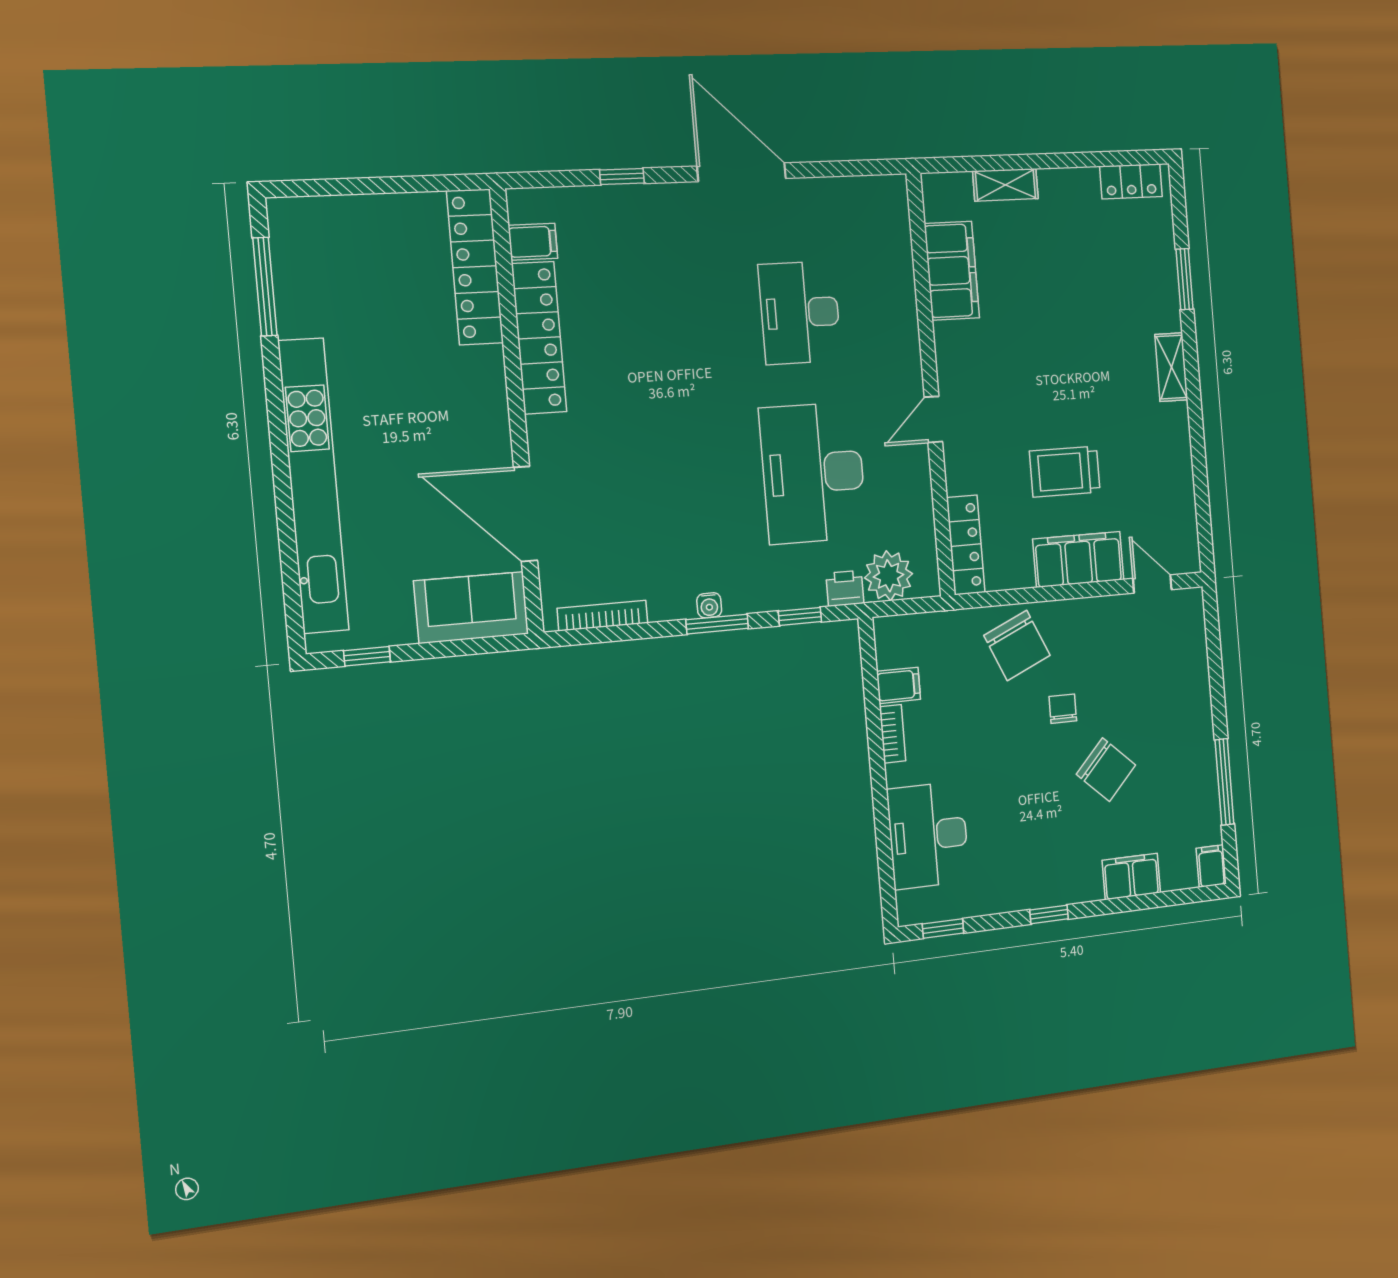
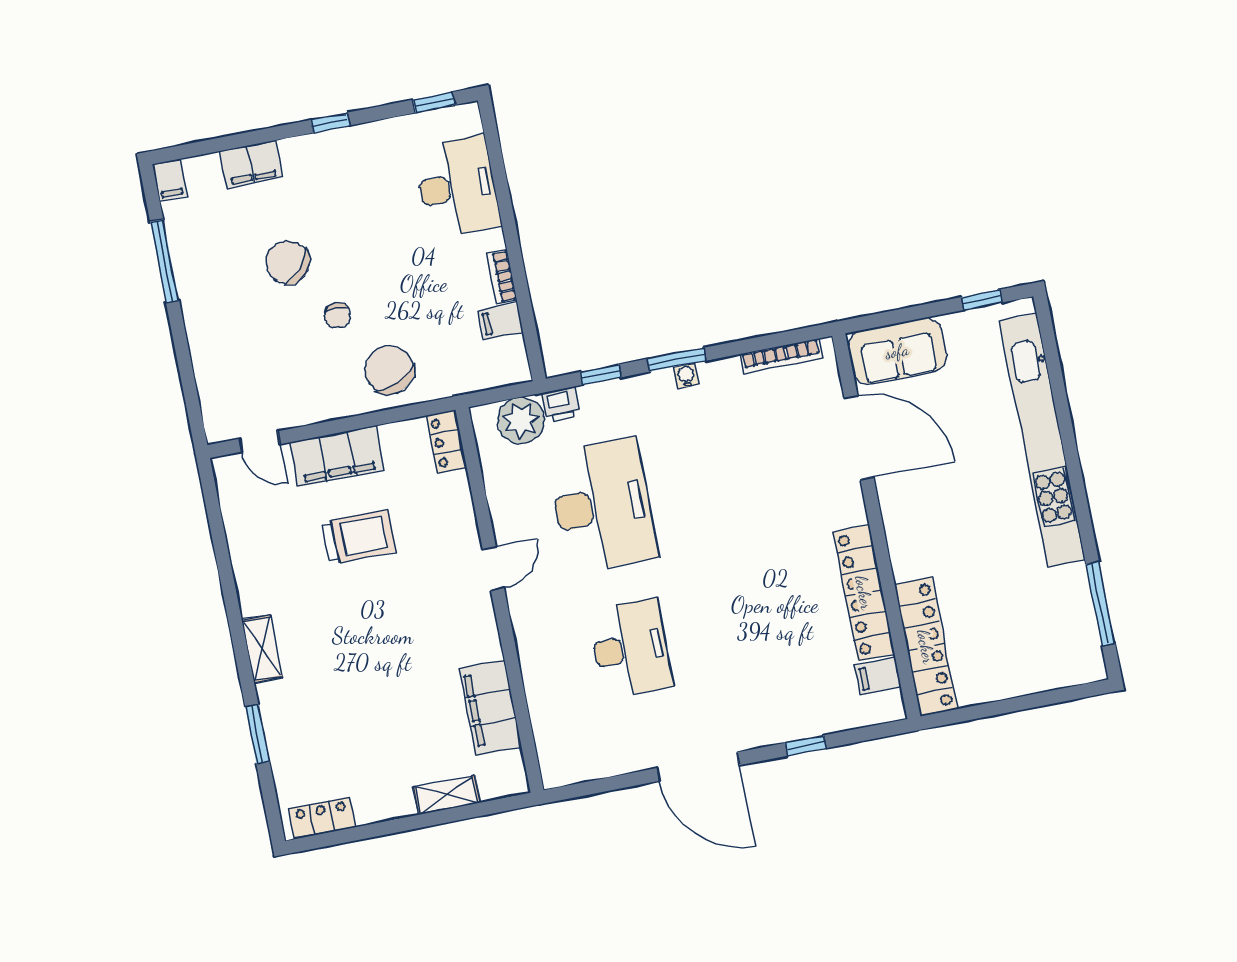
locker: (966, 545) -> (447, 442), width x0.66

